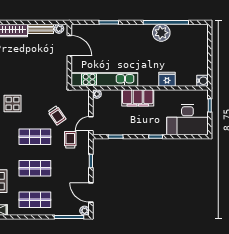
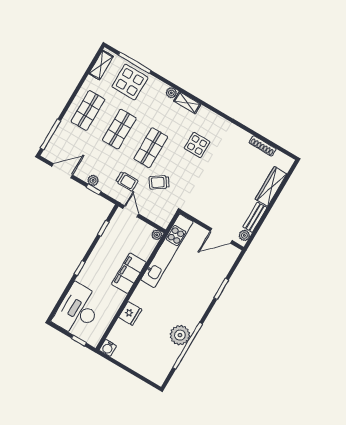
plant: (85, 211) -> (93, 180), moved

